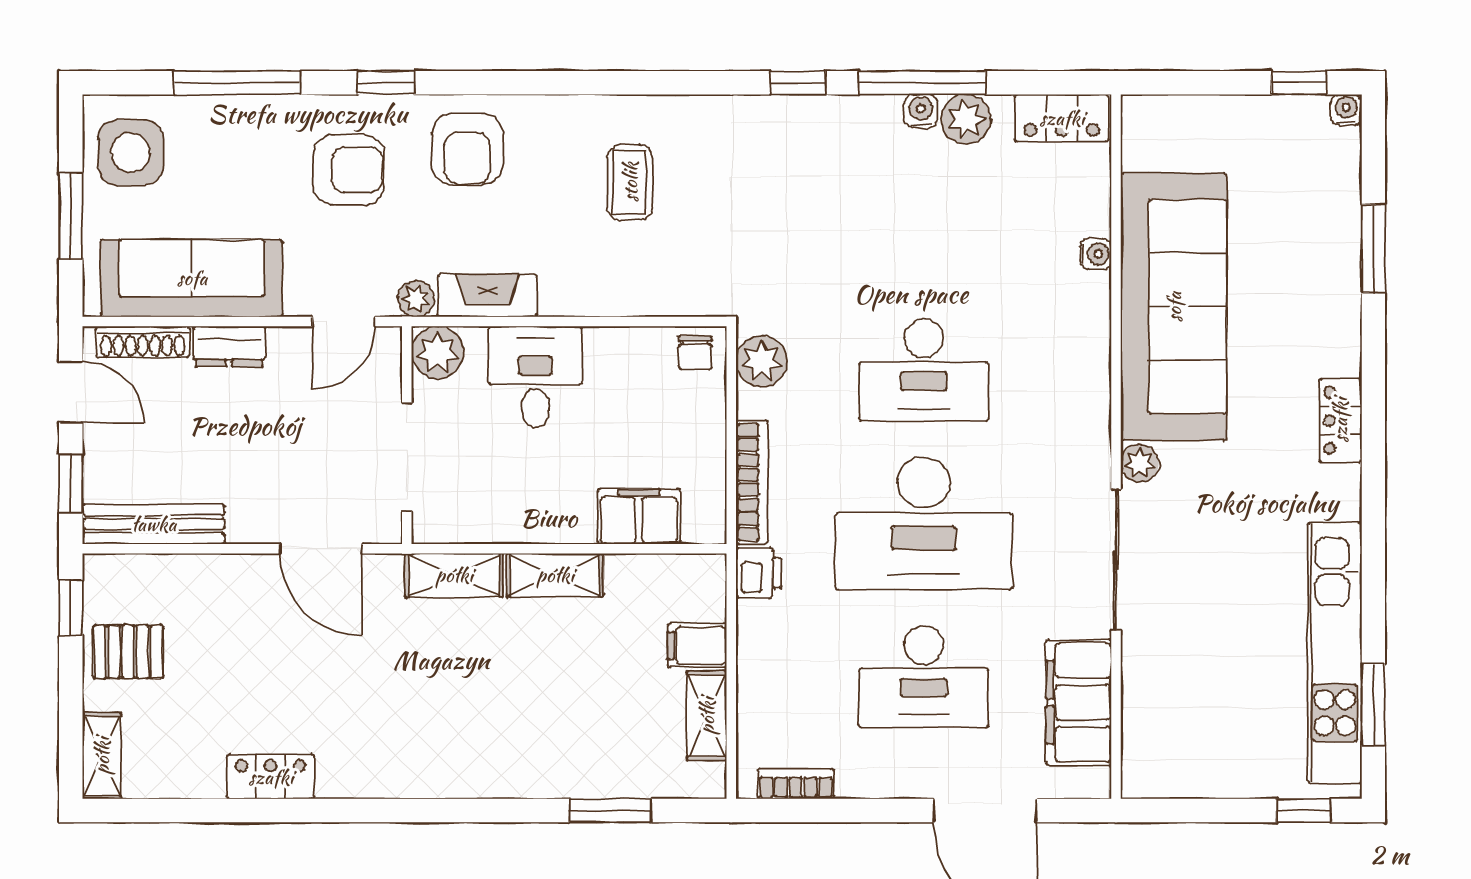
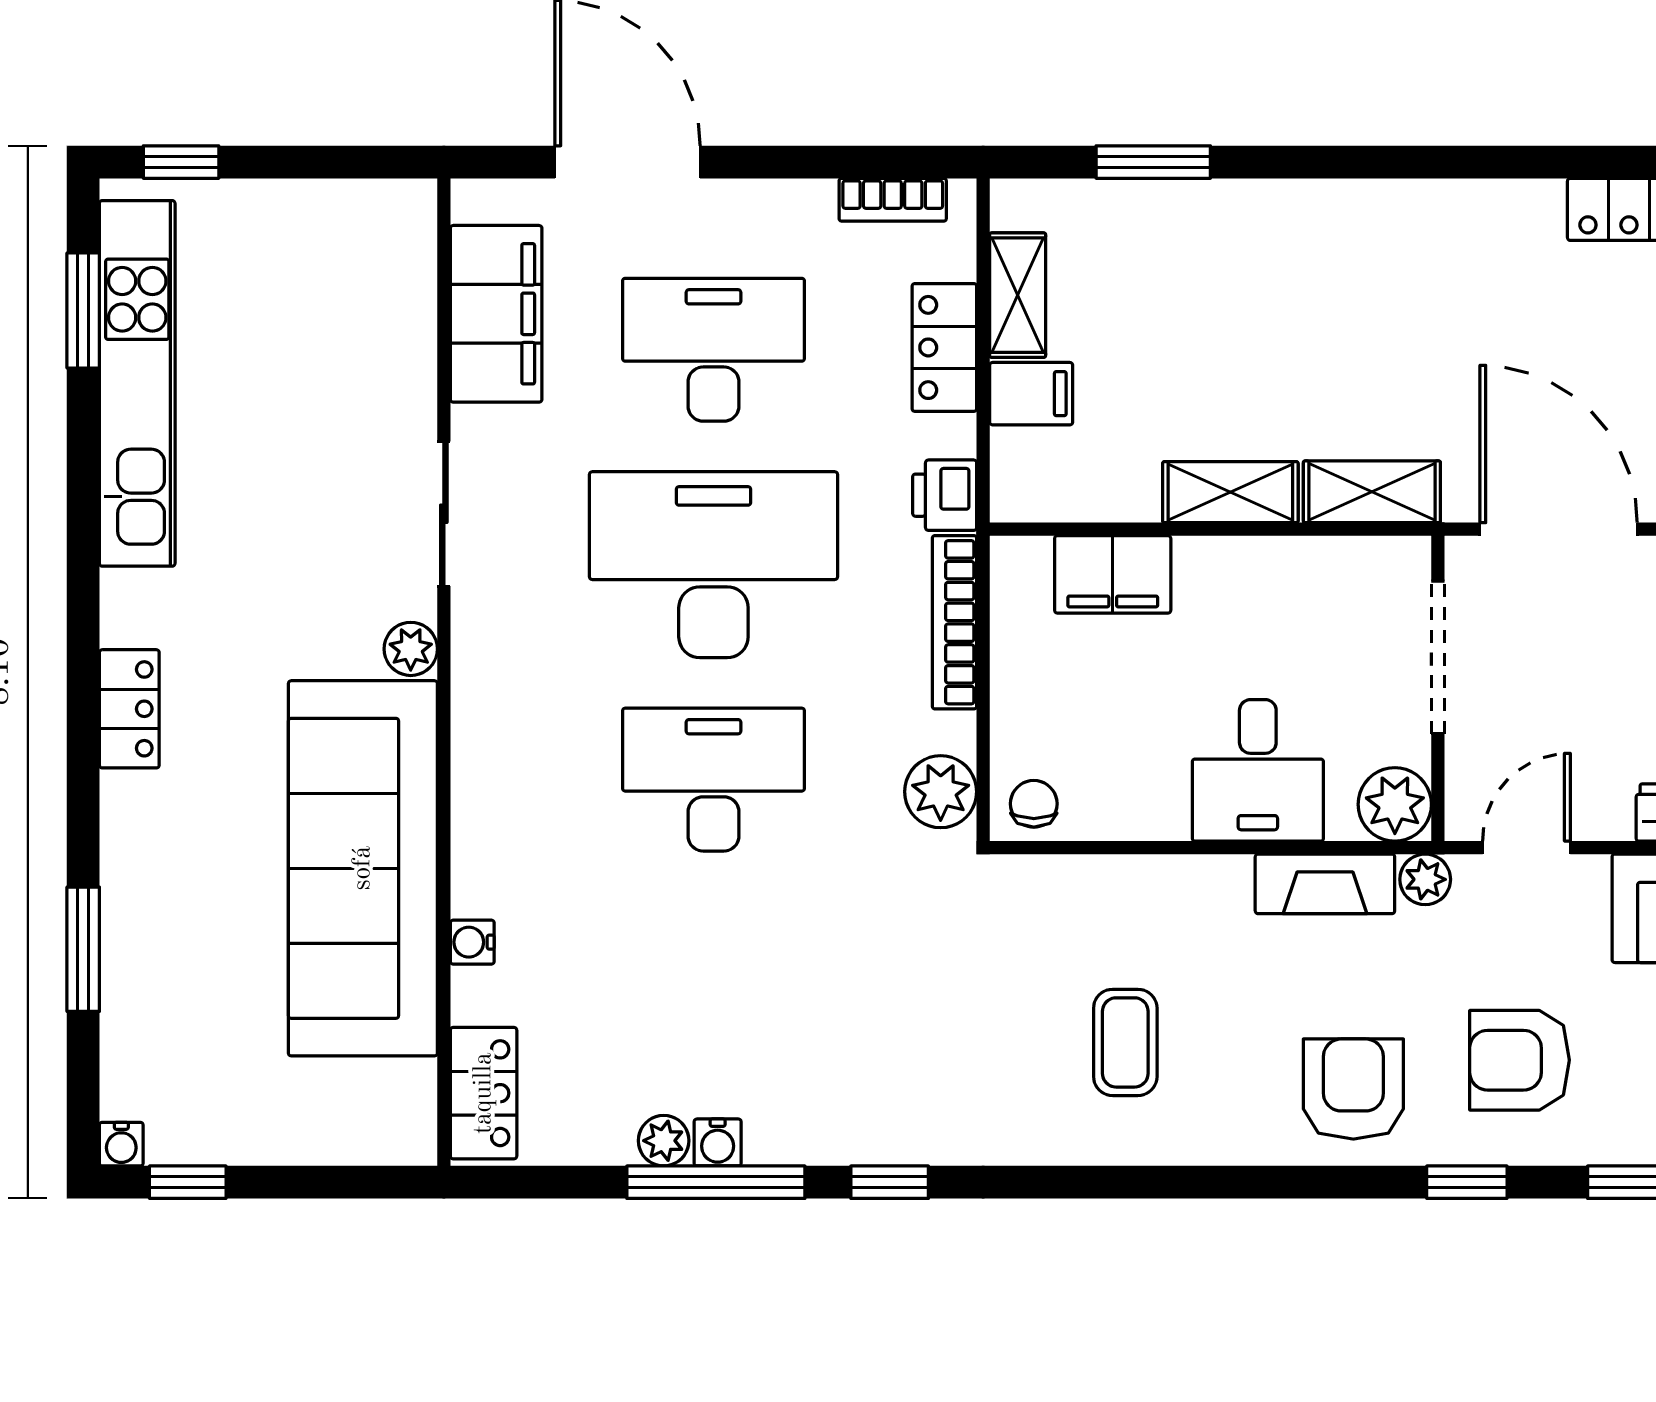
locker: (1062, 118) -> (484, 1093), moved, turned 90
plant: (966, 119) -> (664, 1141), width x0.73, depth x0.73
door: (321, 549) -> (1559, 529), width x1.36
sliding door: (1116, 560) -> (444, 514), width x0.73
locker: (759, 678) -> (944, 347), added

